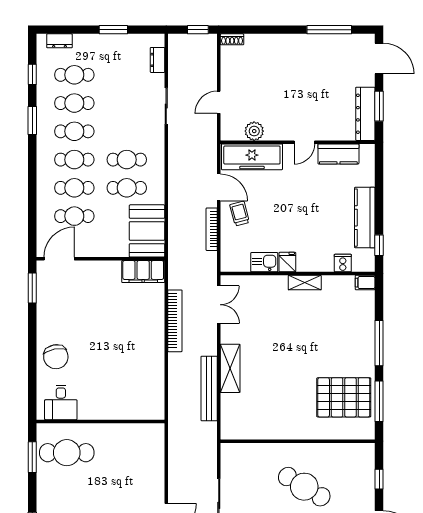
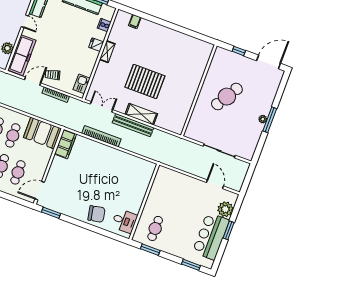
door: (59, 259) -> (40, 191), hinge flipped
kitchen sink: (264, 262) -> (82, 84), moved
fridge: (287, 262) -> (96, 45), moved
filing cabinet: (365, 283) -> (135, 22), moved
window: (379, 343) -> (159, 21), removed
bench: (209, 388) -> (133, 125), moved
pallet: (344, 397) -> (145, 81), moved, turned 90
window: (379, 401) -> (193, 34), removed
cafe table: (67, 453) -> (155, 228), width x0.73, depth x0.74

